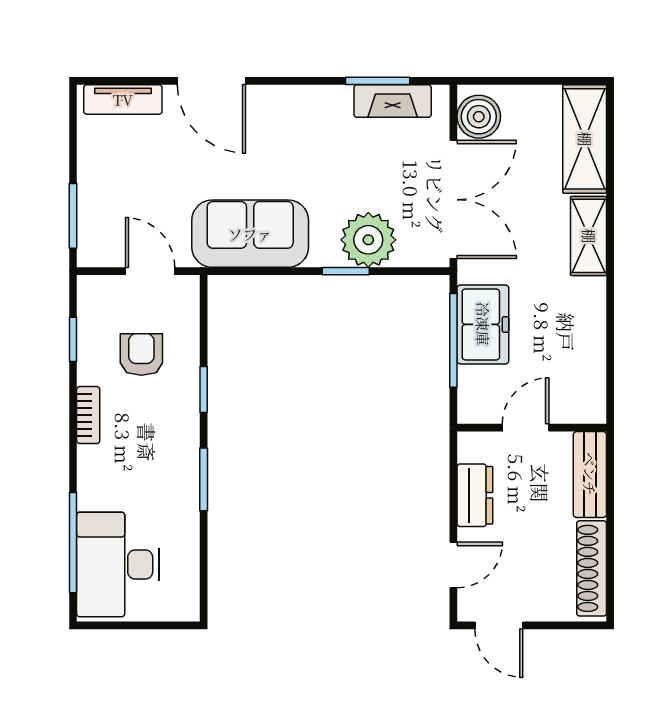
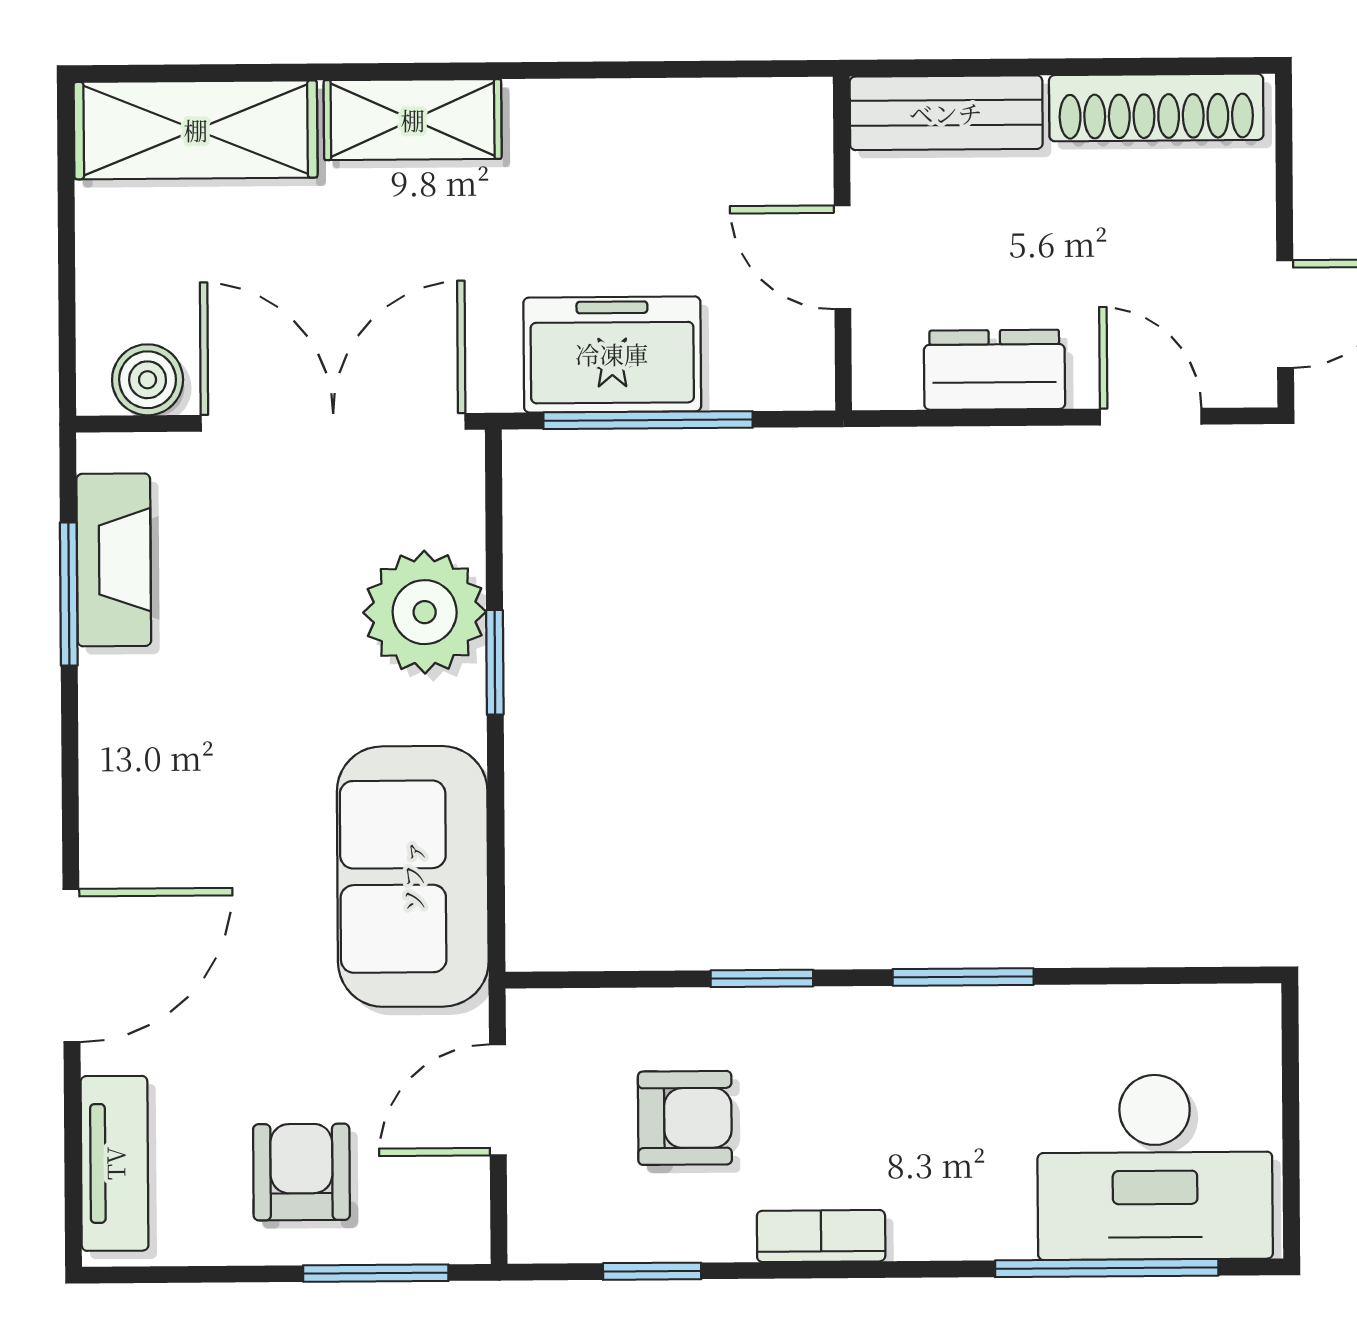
boiler: (479, 117) -> (148, 380), width x0.73, depth x0.73
armchair: (118, 183) -> (301, 1172), added
armchair: (141, 355) -> (685, 1118), turned 180

